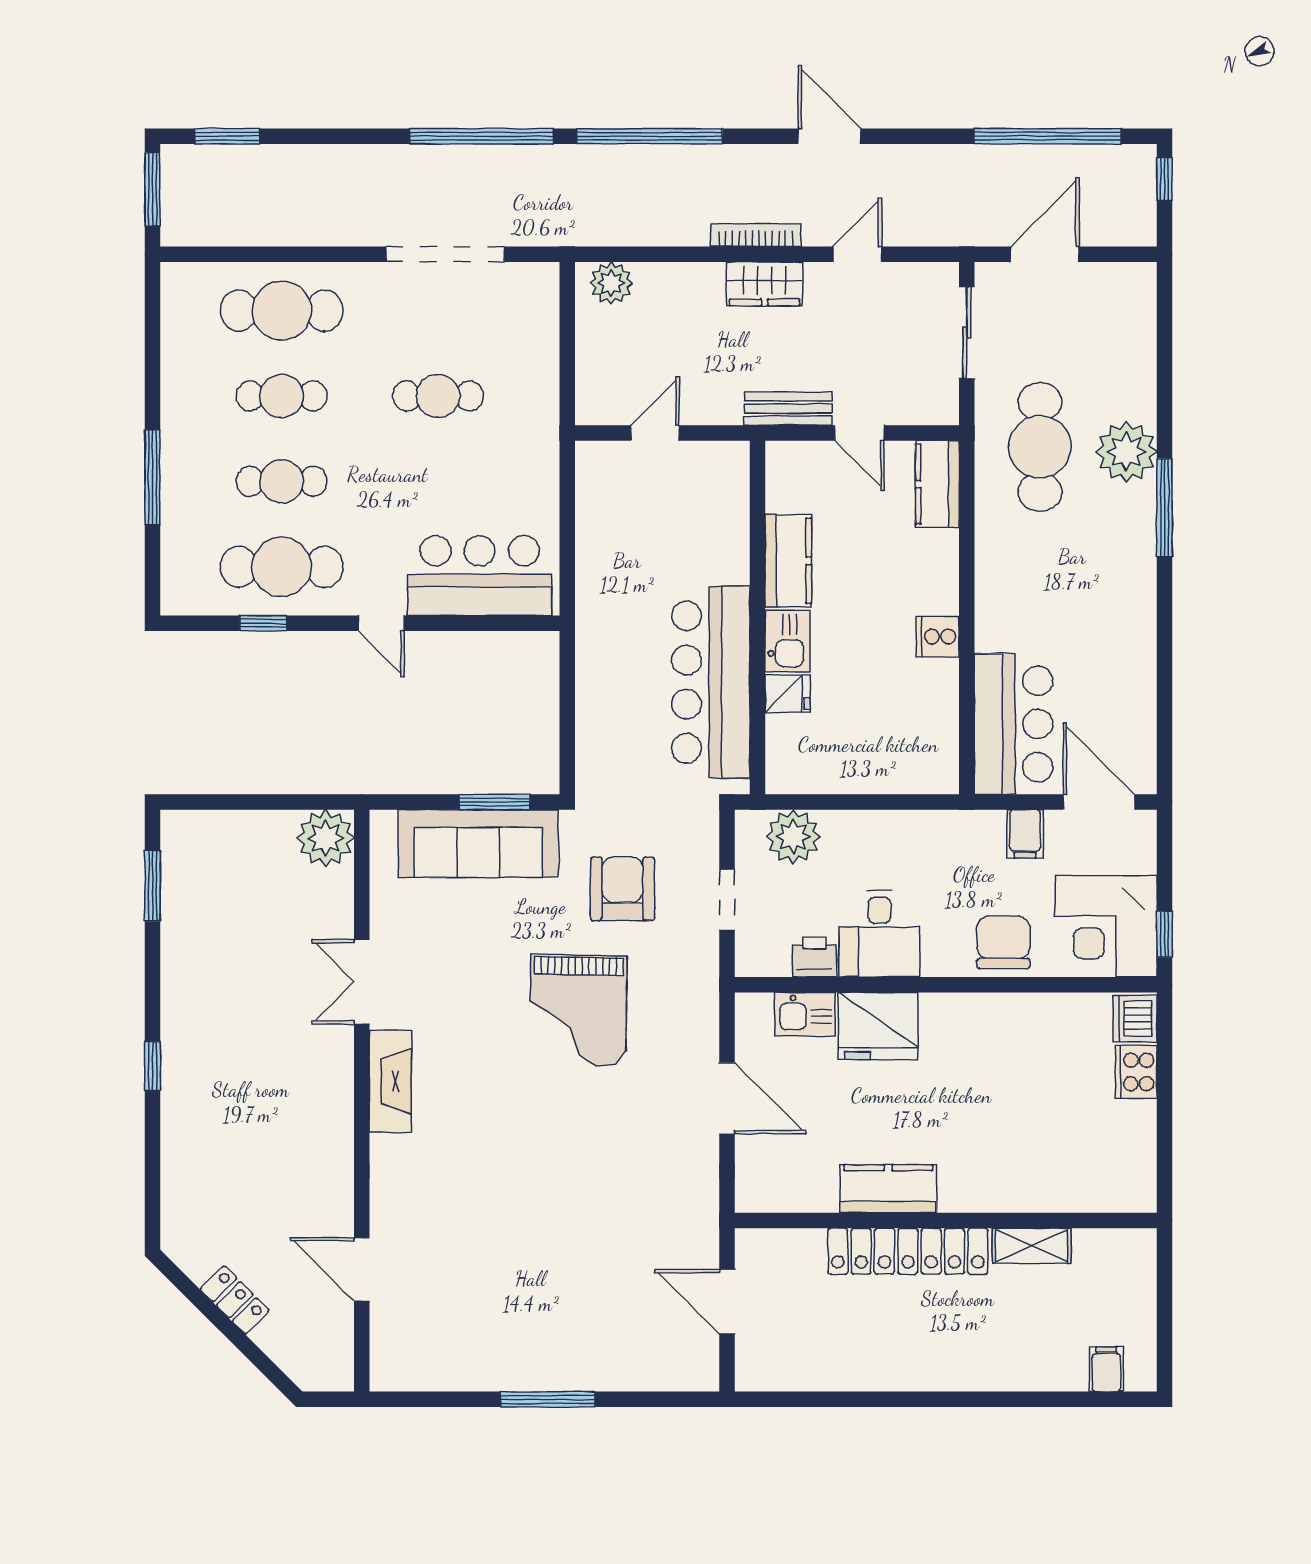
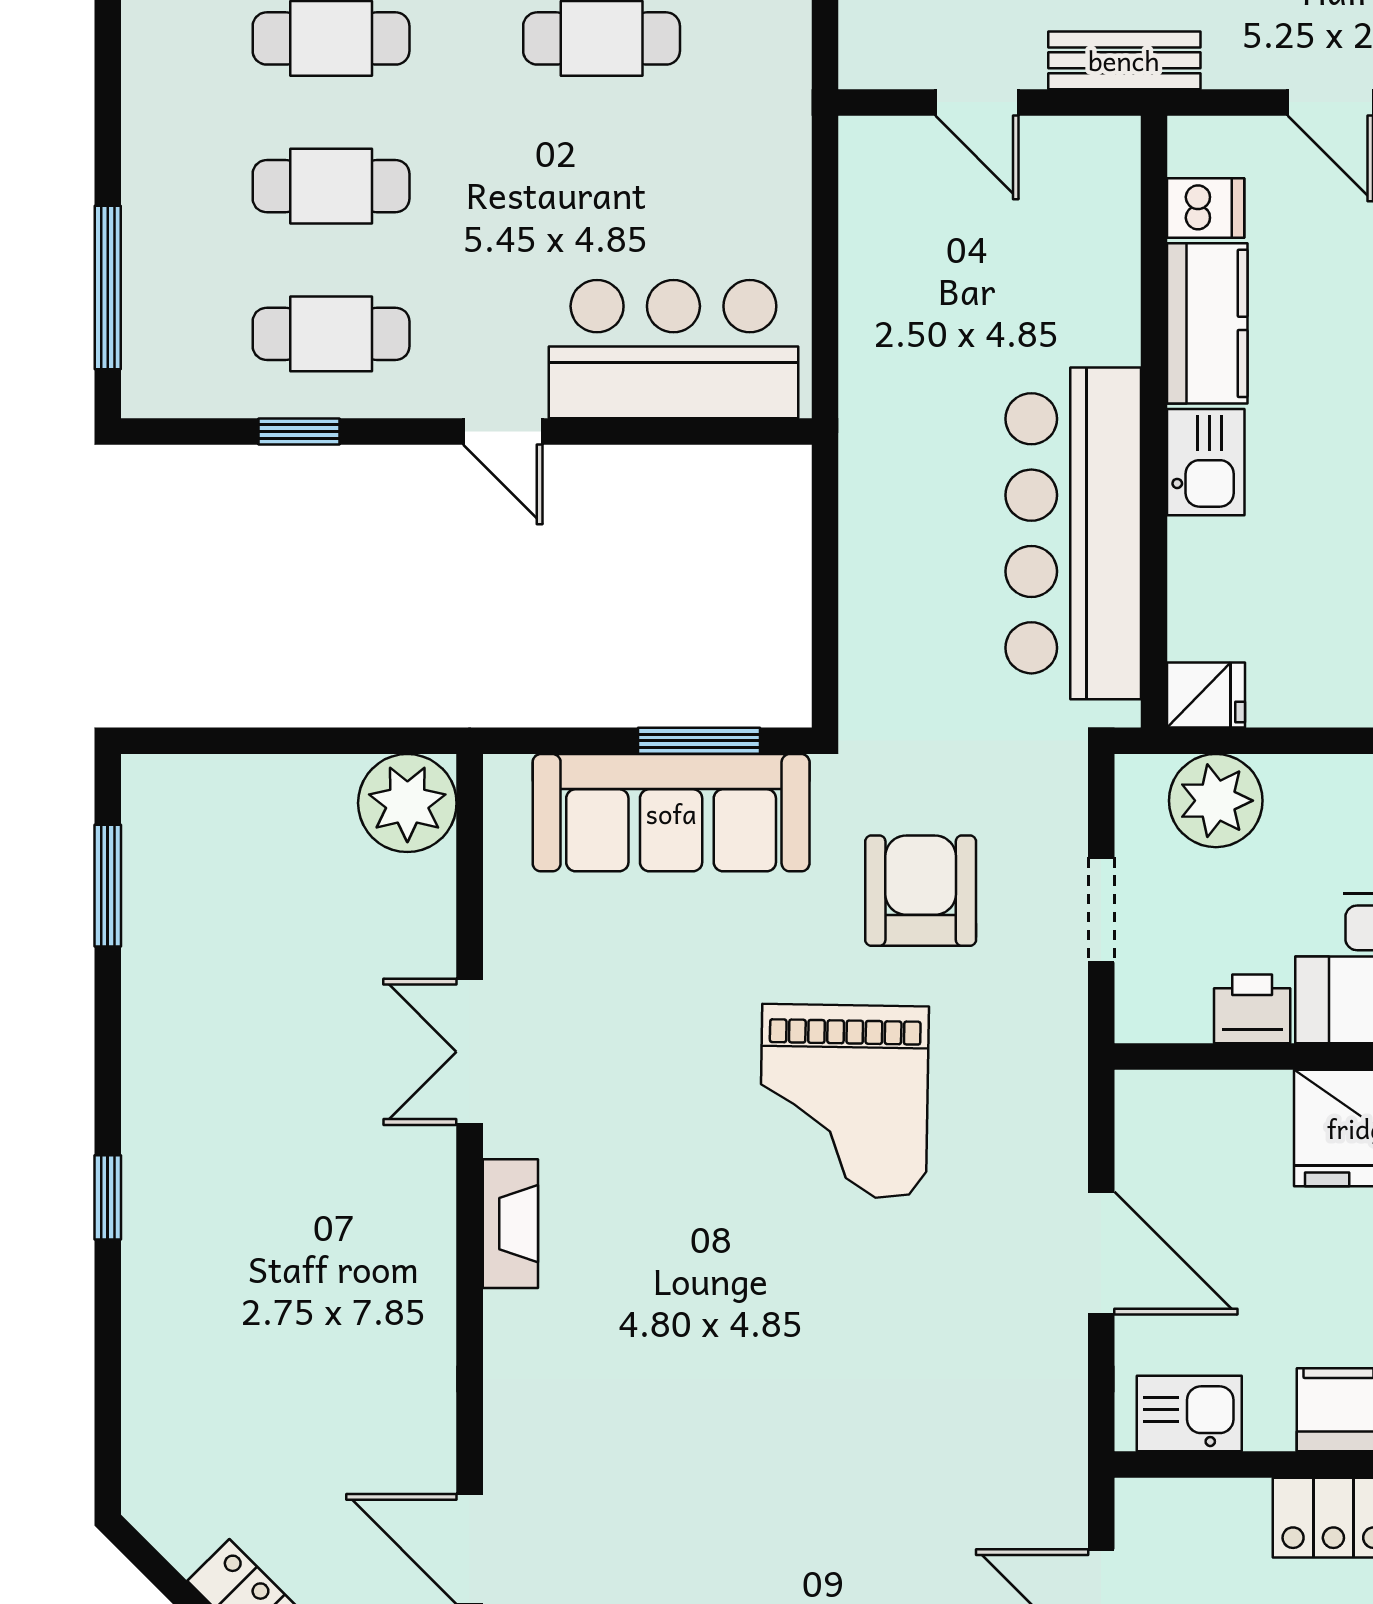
bench: (788, 409) -> (1124, 60), moved
door: (655, 433) -> (977, 102), swing flipped
window: (152, 477) -> (108, 288), moved
dishwasher: (787, 494) -> (1206, 208), added
cafe table: (282, 567) -> (331, 334), width x0.73, depth x0.74
fridge: (787, 694) -> (1206, 695), moved
kitchen sink: (805, 1014) -> (1189, 1413), moved, turned 180
fireplace: (390, 1081) -> (510, 1224), width x0.73, depth x0.76

